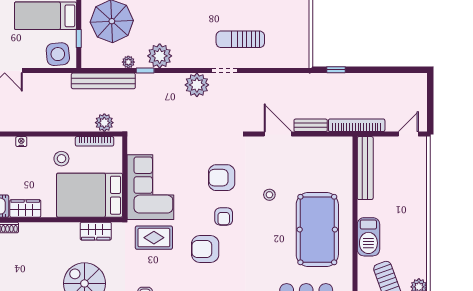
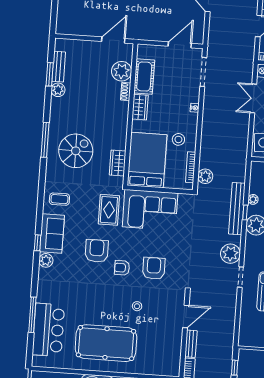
bench: (103, 81) -> (237, 209), moved

